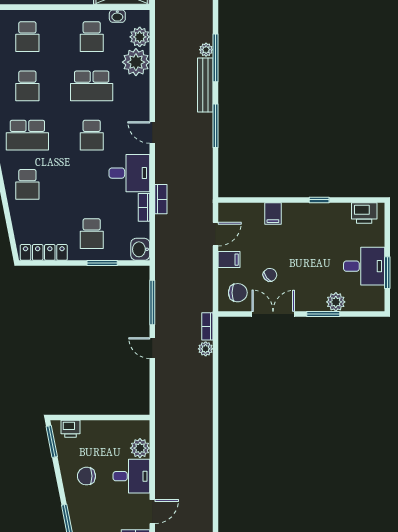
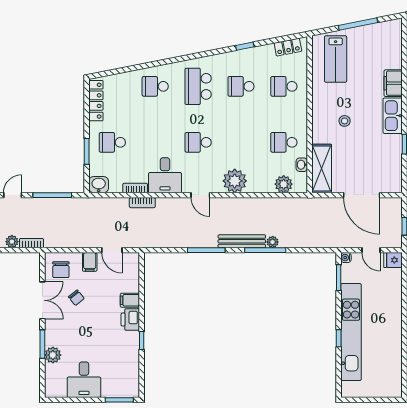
plant: (136, 62) -> (235, 181), moved
school desk: (92, 86) -> (241, 142), removed
door: (152, 132) -> (200, 195), swing flipped
printer: (364, 213) -> (130, 320), moved
window: (387, 273) -> (119, 400), moved

